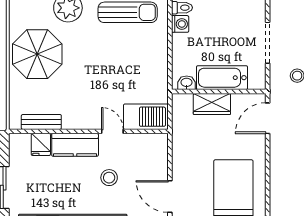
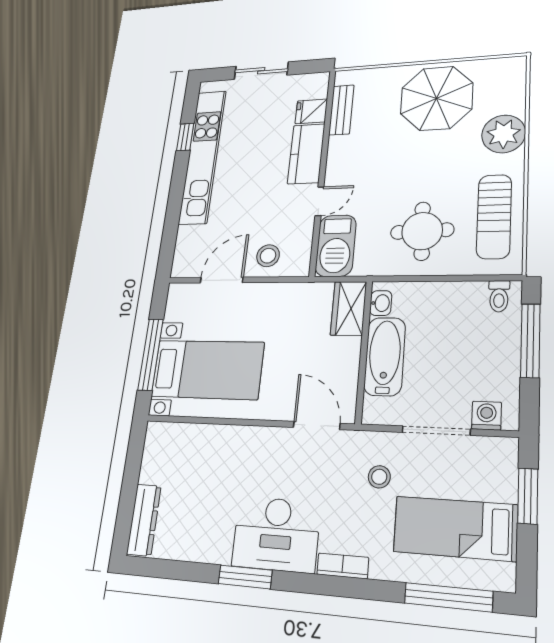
washing machine: (180, 24) -> (487, 416), moved, turned 180
round table: (137, 59) -> (422, 231), added
wardrobe: (212, 104) -> (348, 308), moved
stool: (109, 178) -> (268, 256), moved

